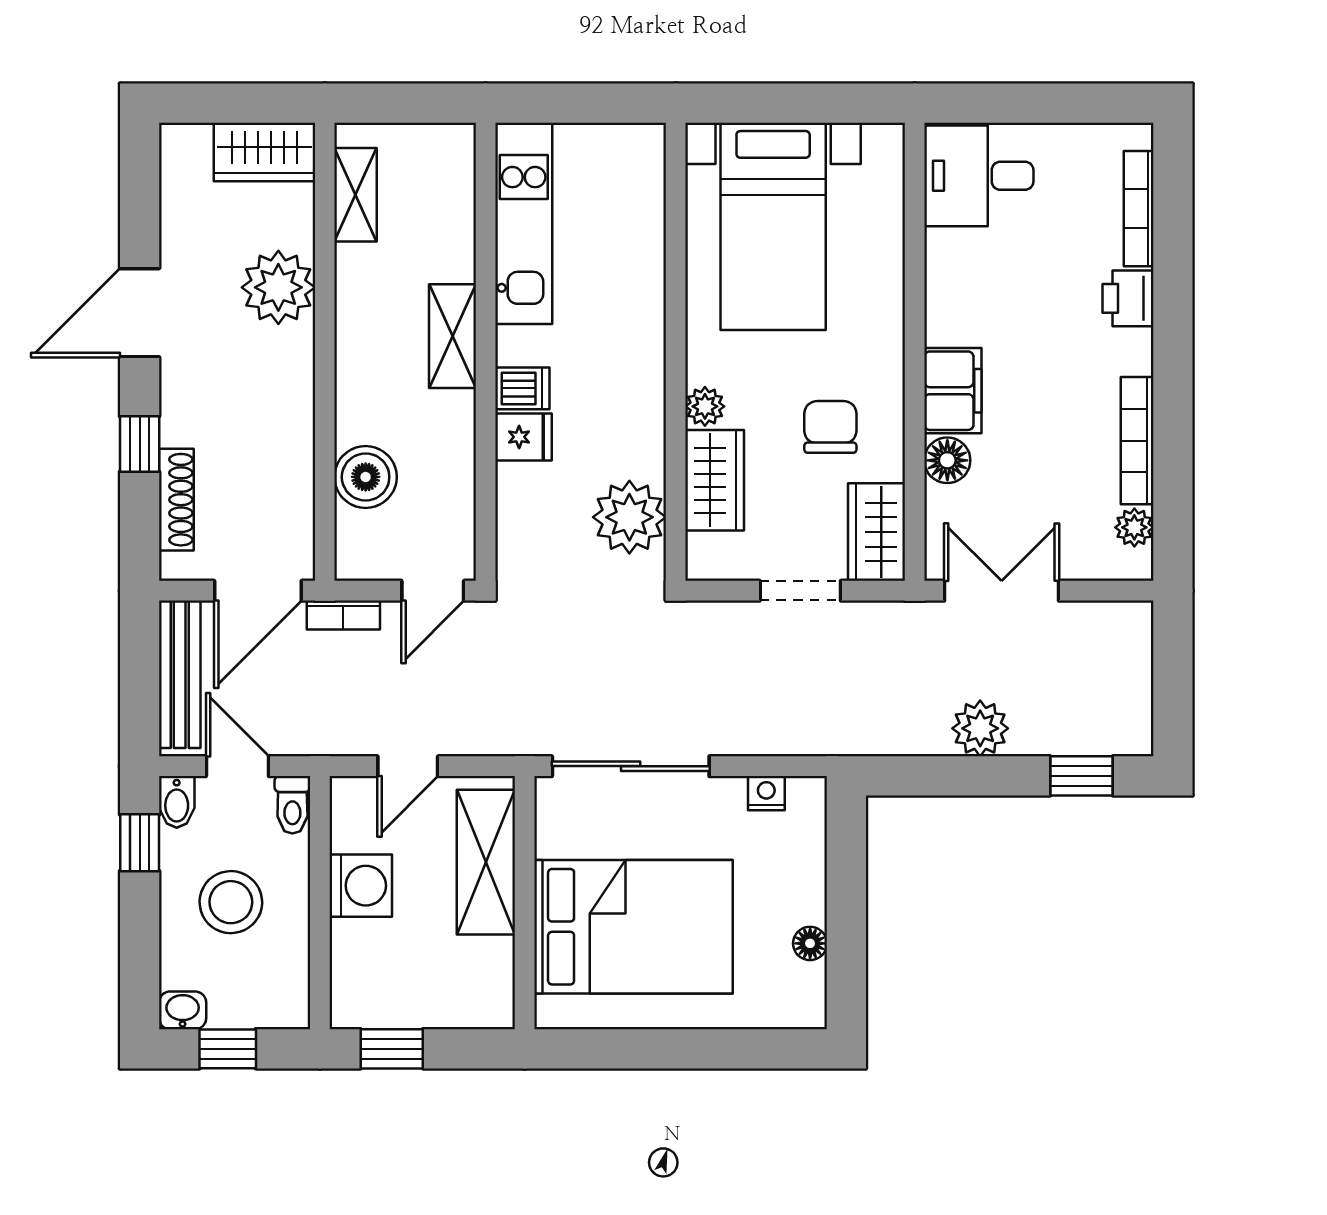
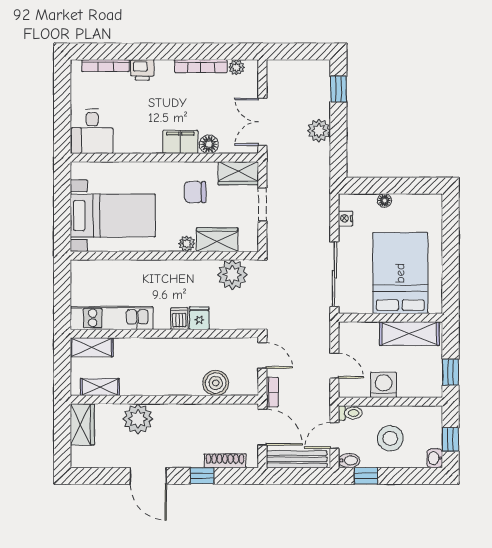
shelving: (452, 336) -> (92, 347), moved
shelving: (486, 862) -> (409, 334), moved
floor lamp: (810, 943) -> (384, 200), moved

